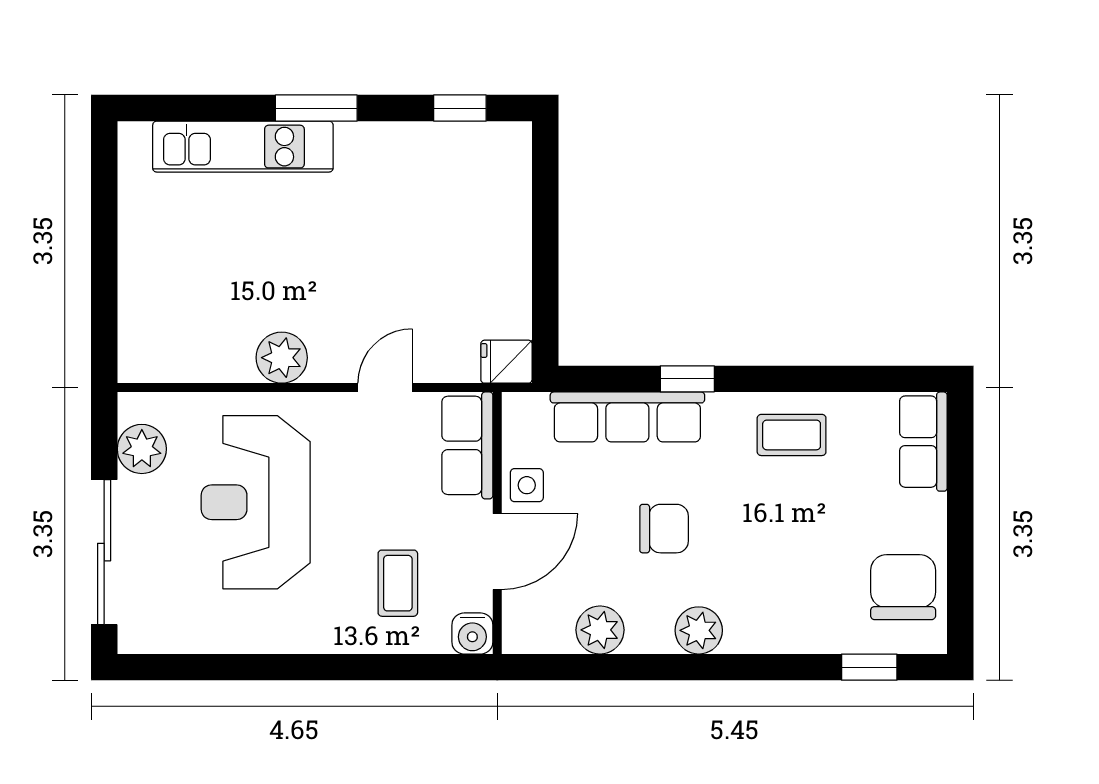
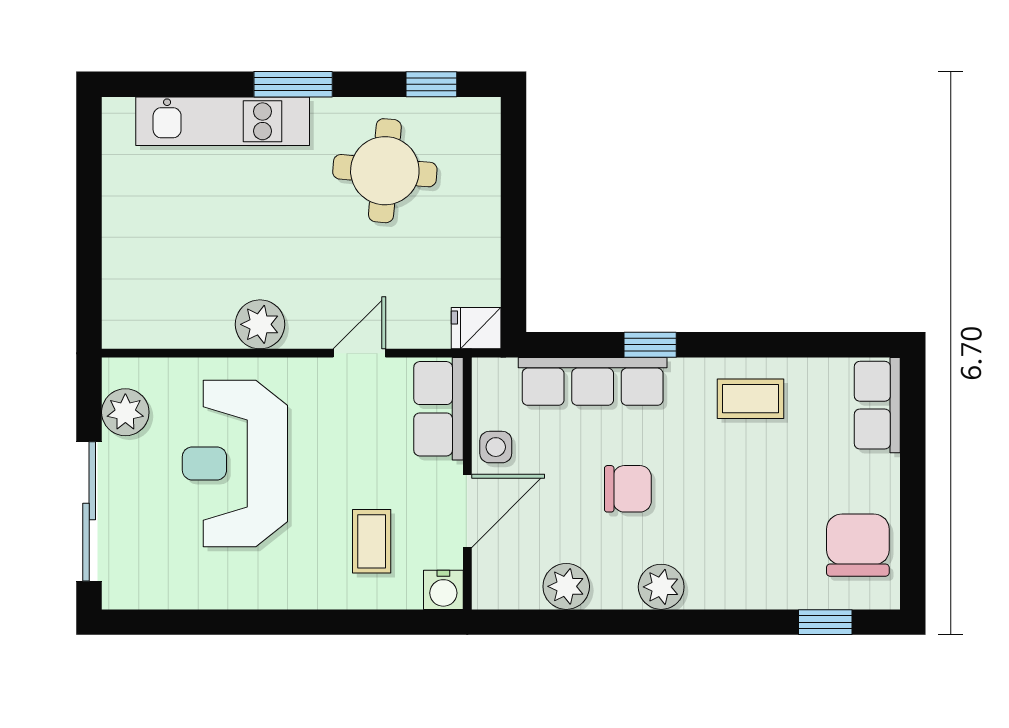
round table: (412, 198) -> (385, 171), added

